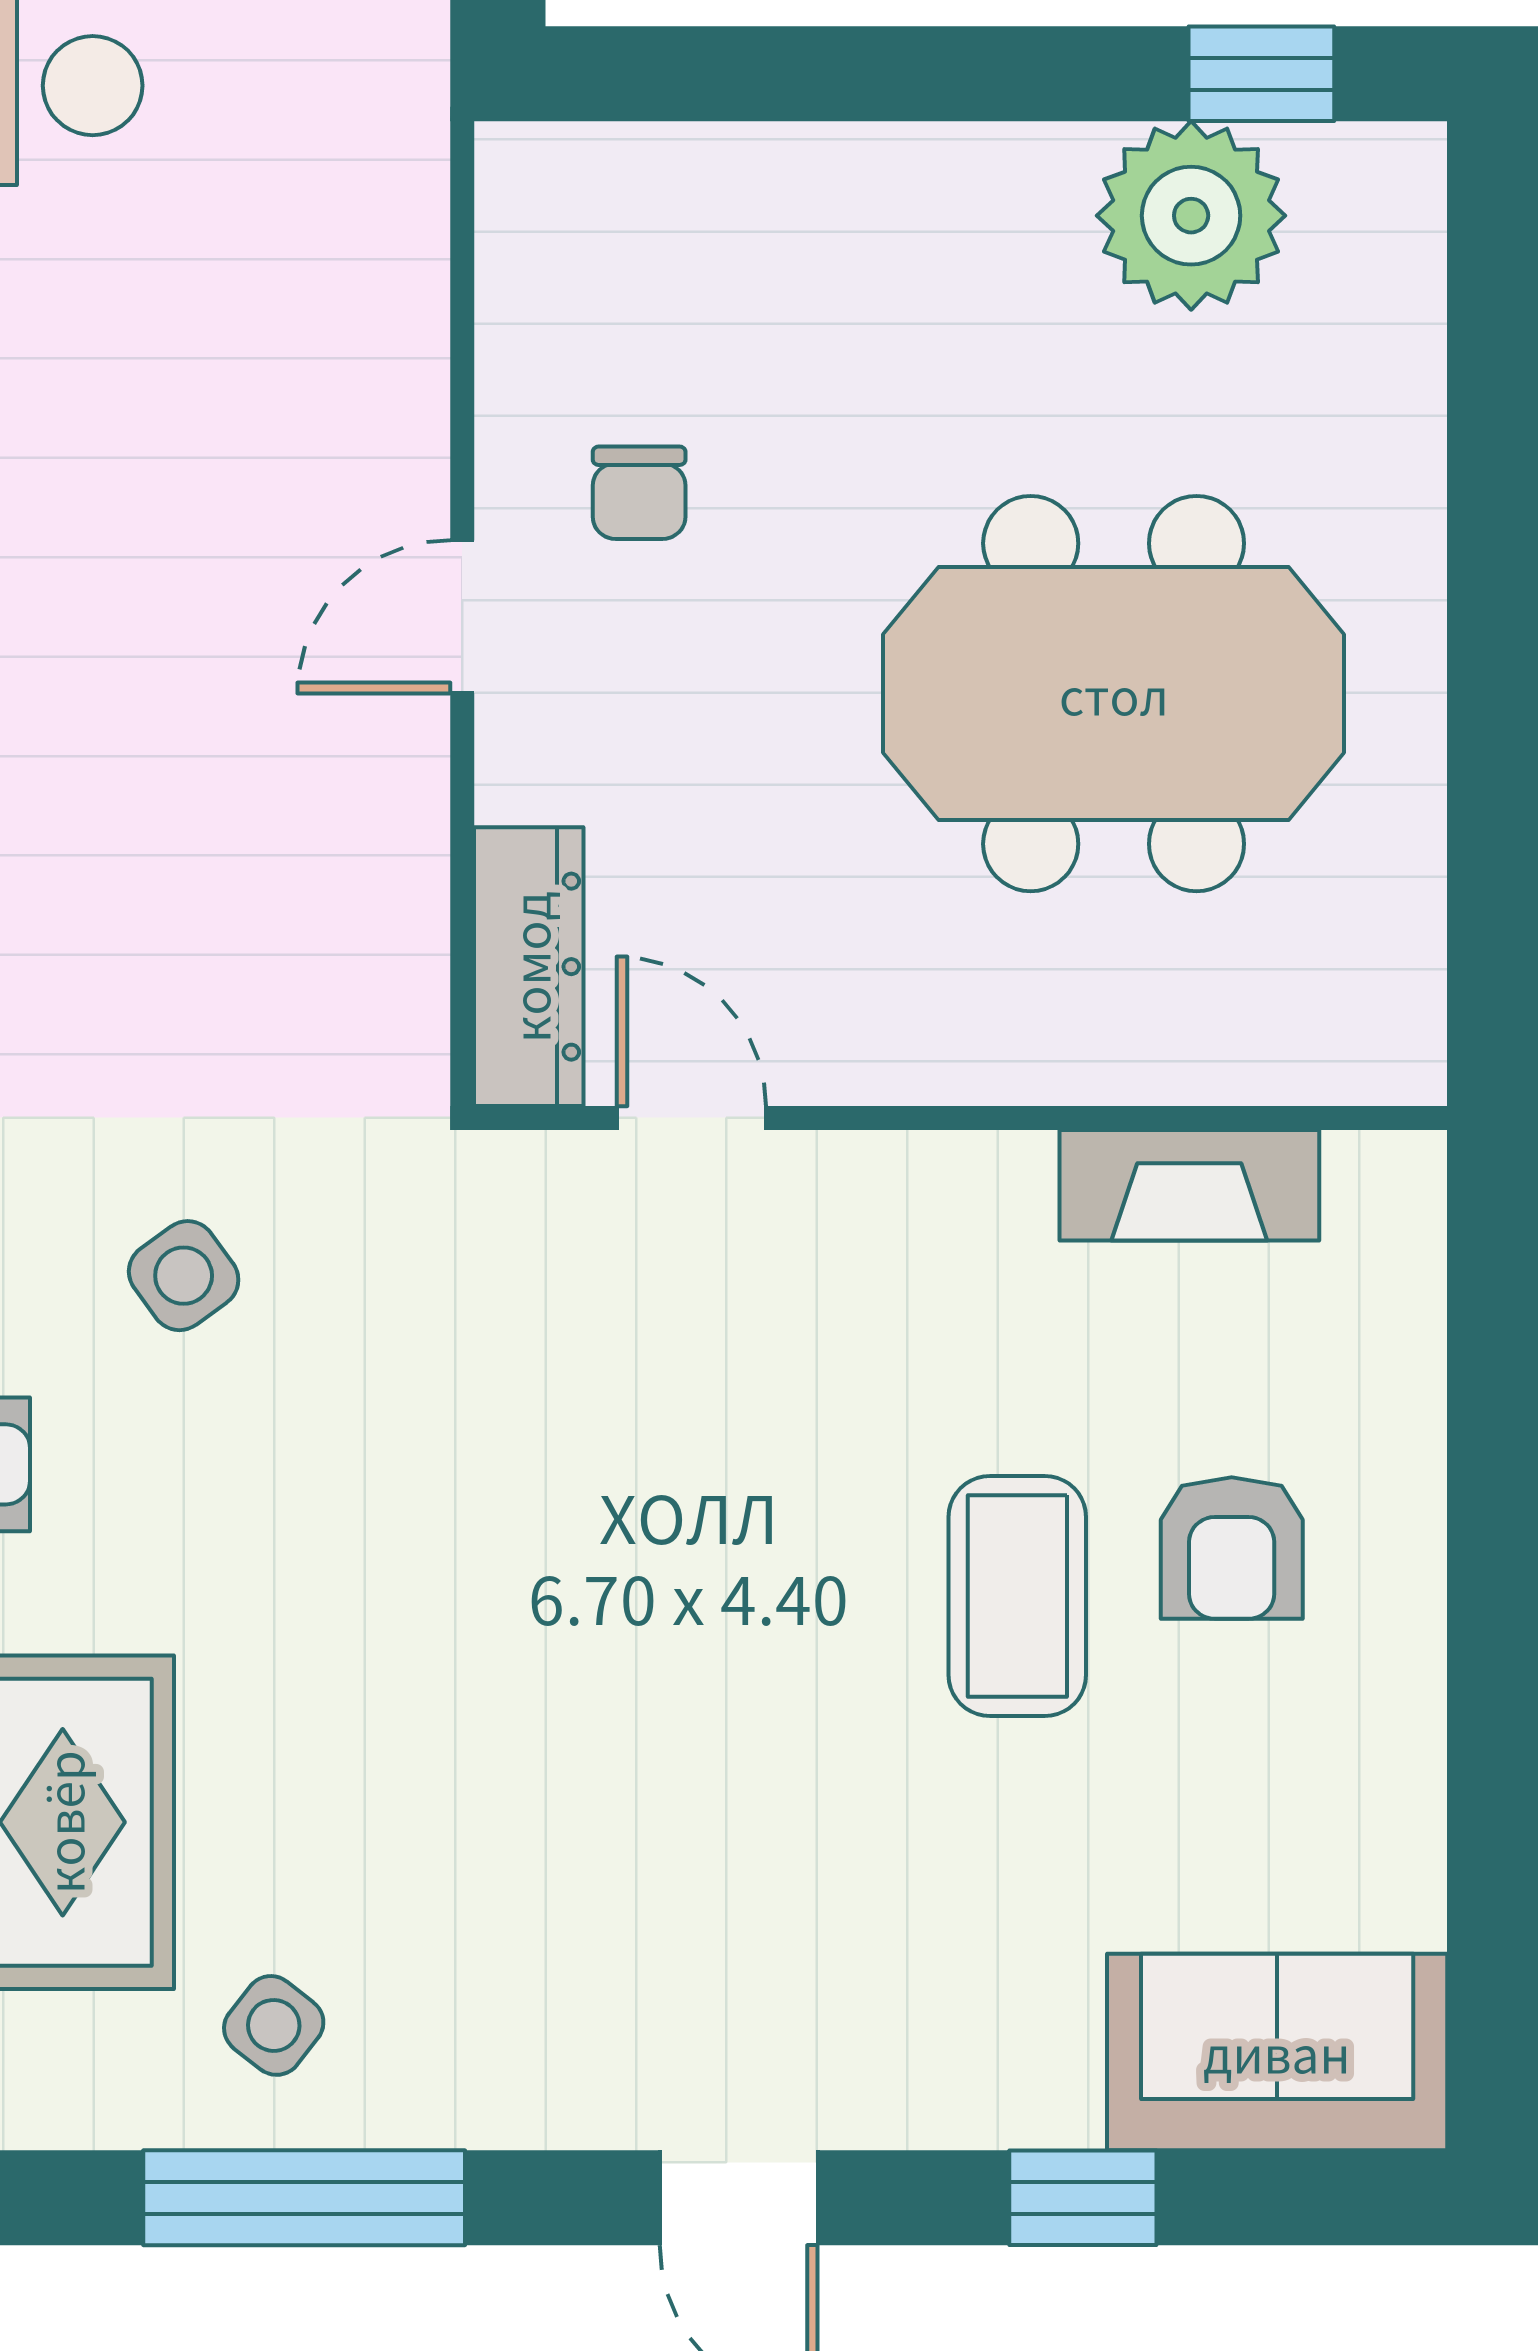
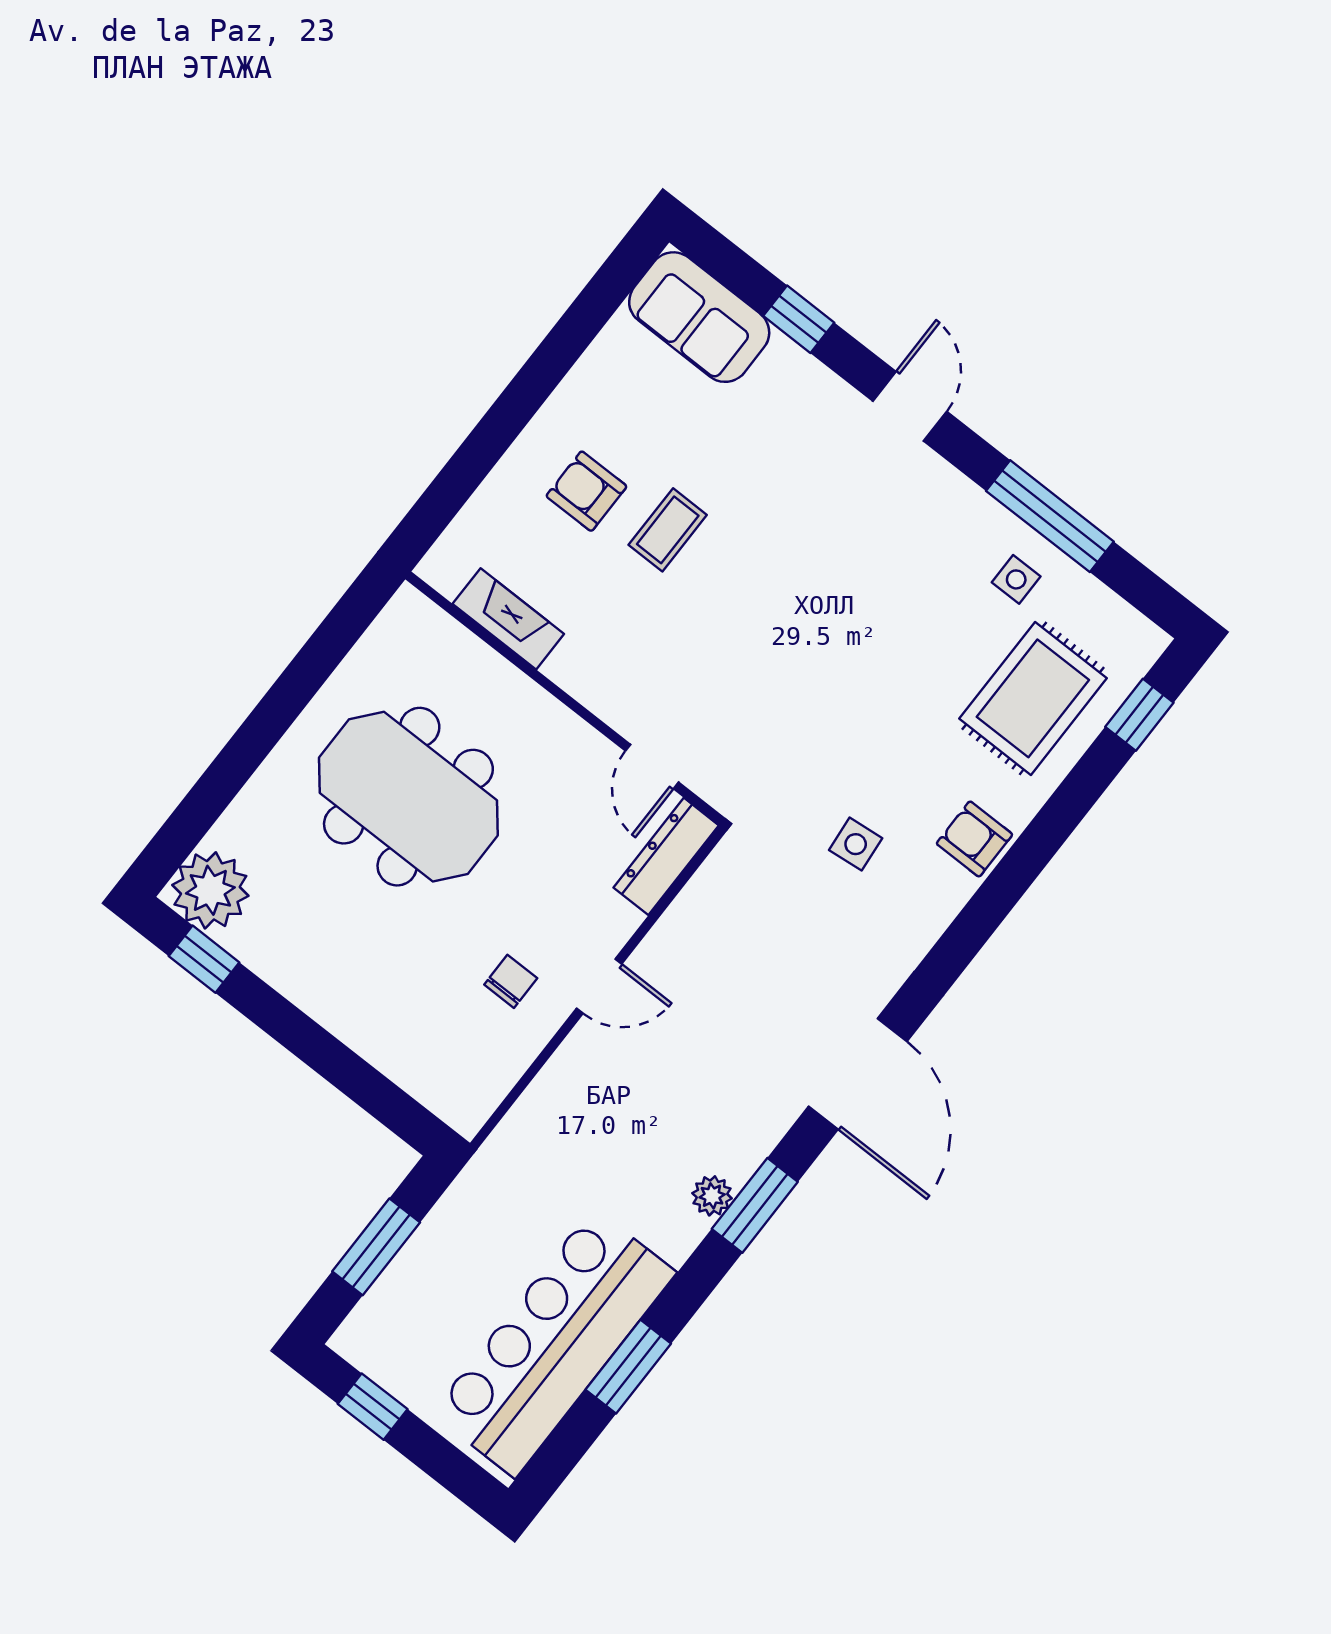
plant: (1191, 216) -> (210, 890), moved
side table: (184, 1276) -> (856, 844), turned 30
armchair: (1232, 1548) -> (586, 491), turned -90
coffee table: (1017, 1596) -> (668, 530), width x0.73, depth x0.77
side table: (274, 2025) -> (1016, 579), turned -38

